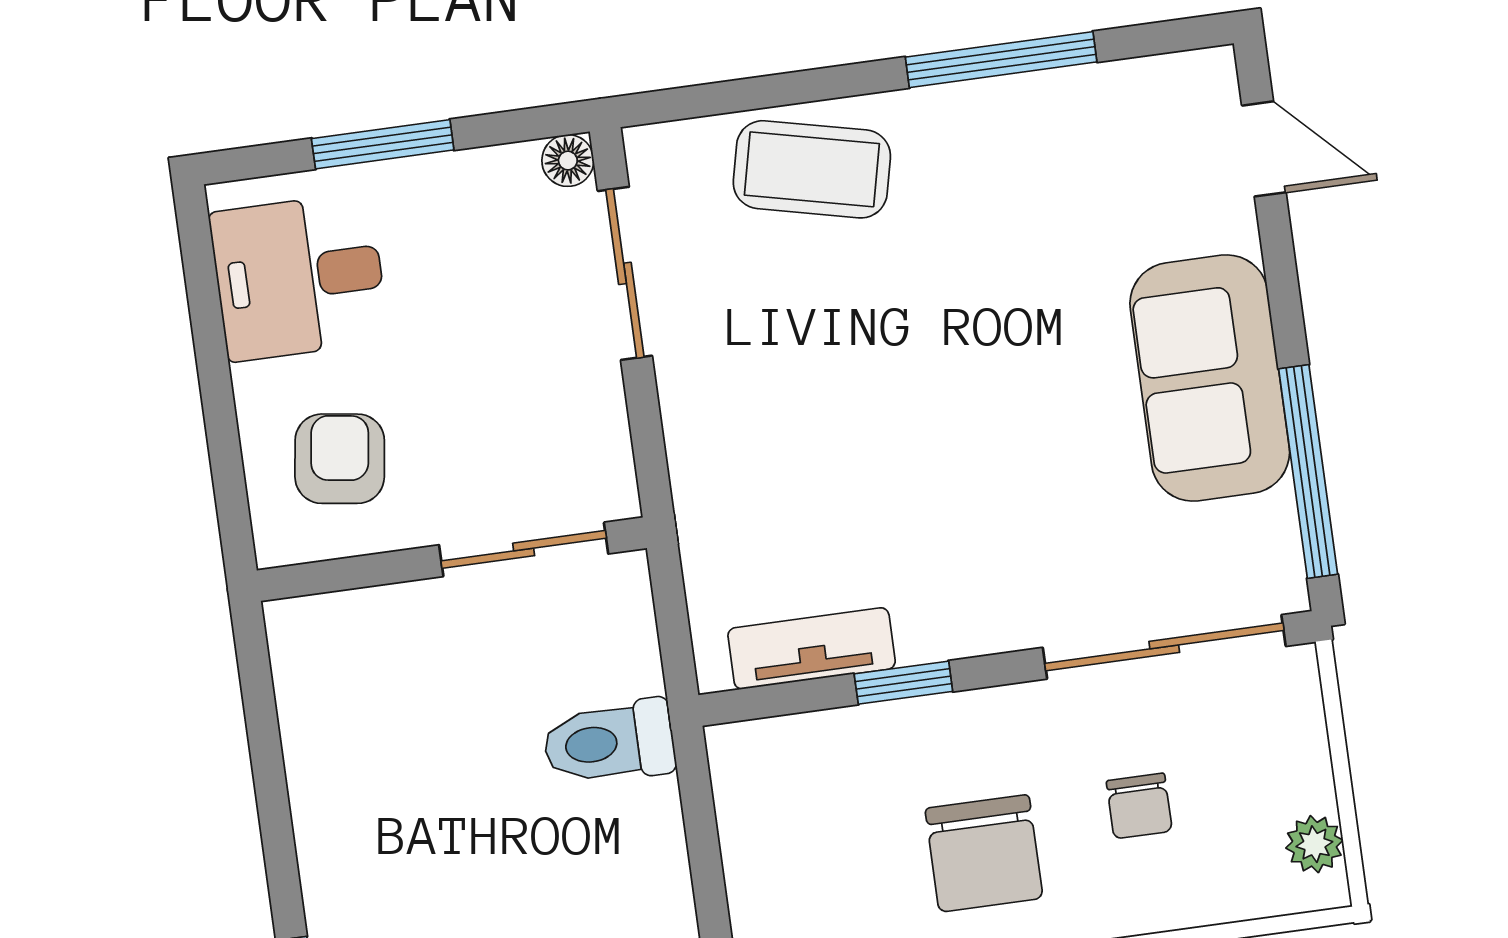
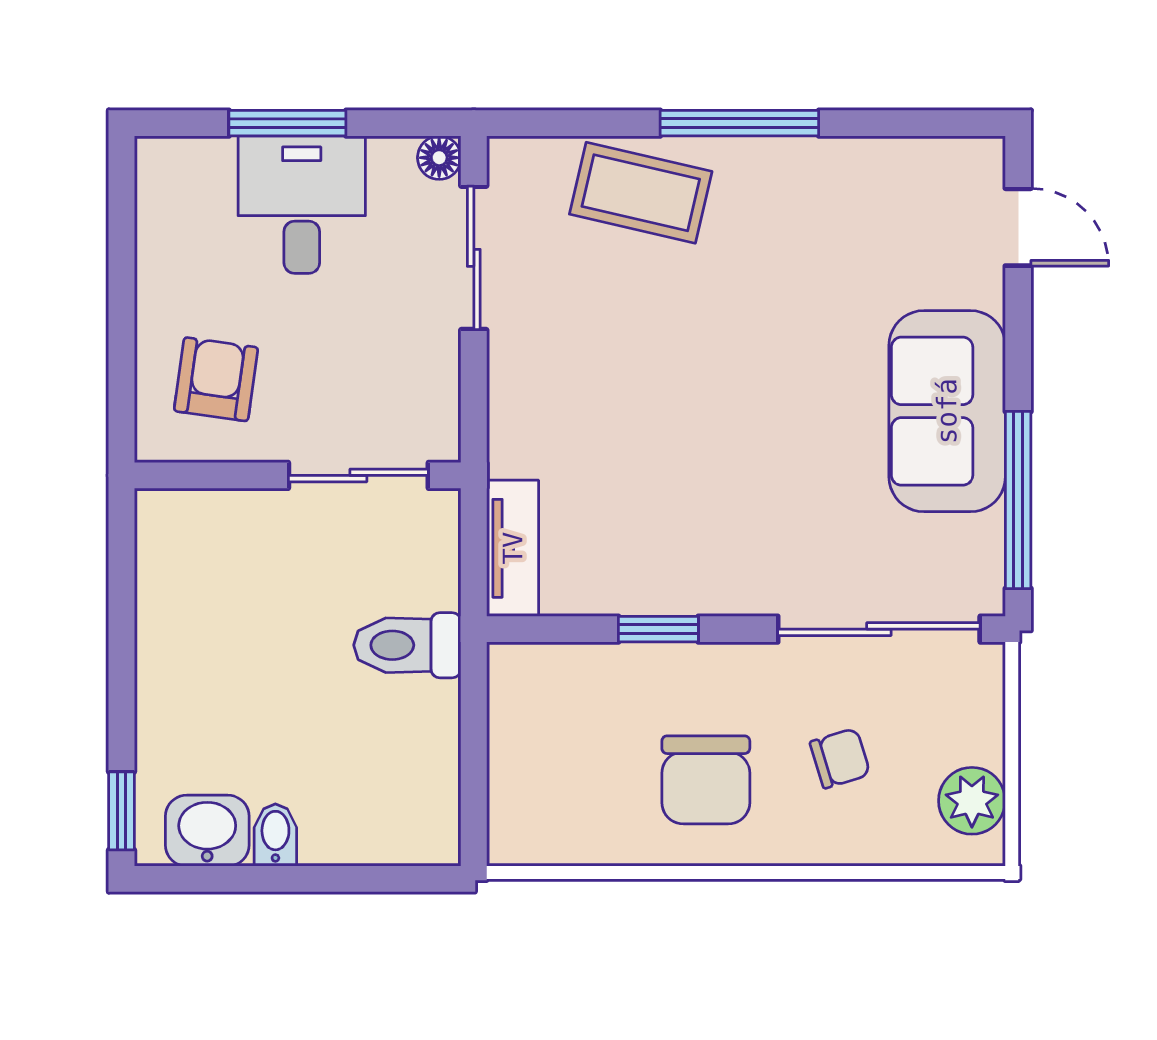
window: (1001, 60) -> (739, 123), moved
desk: (299, 277) -> (302, 205), moved, turned 90
tv unit: (812, 648) -> (513, 548), moved, turned 90
chair: (1139, 806) -> (840, 758), turned -107
plant: (1314, 844) -> (972, 801), width x1.38, depth x1.38

